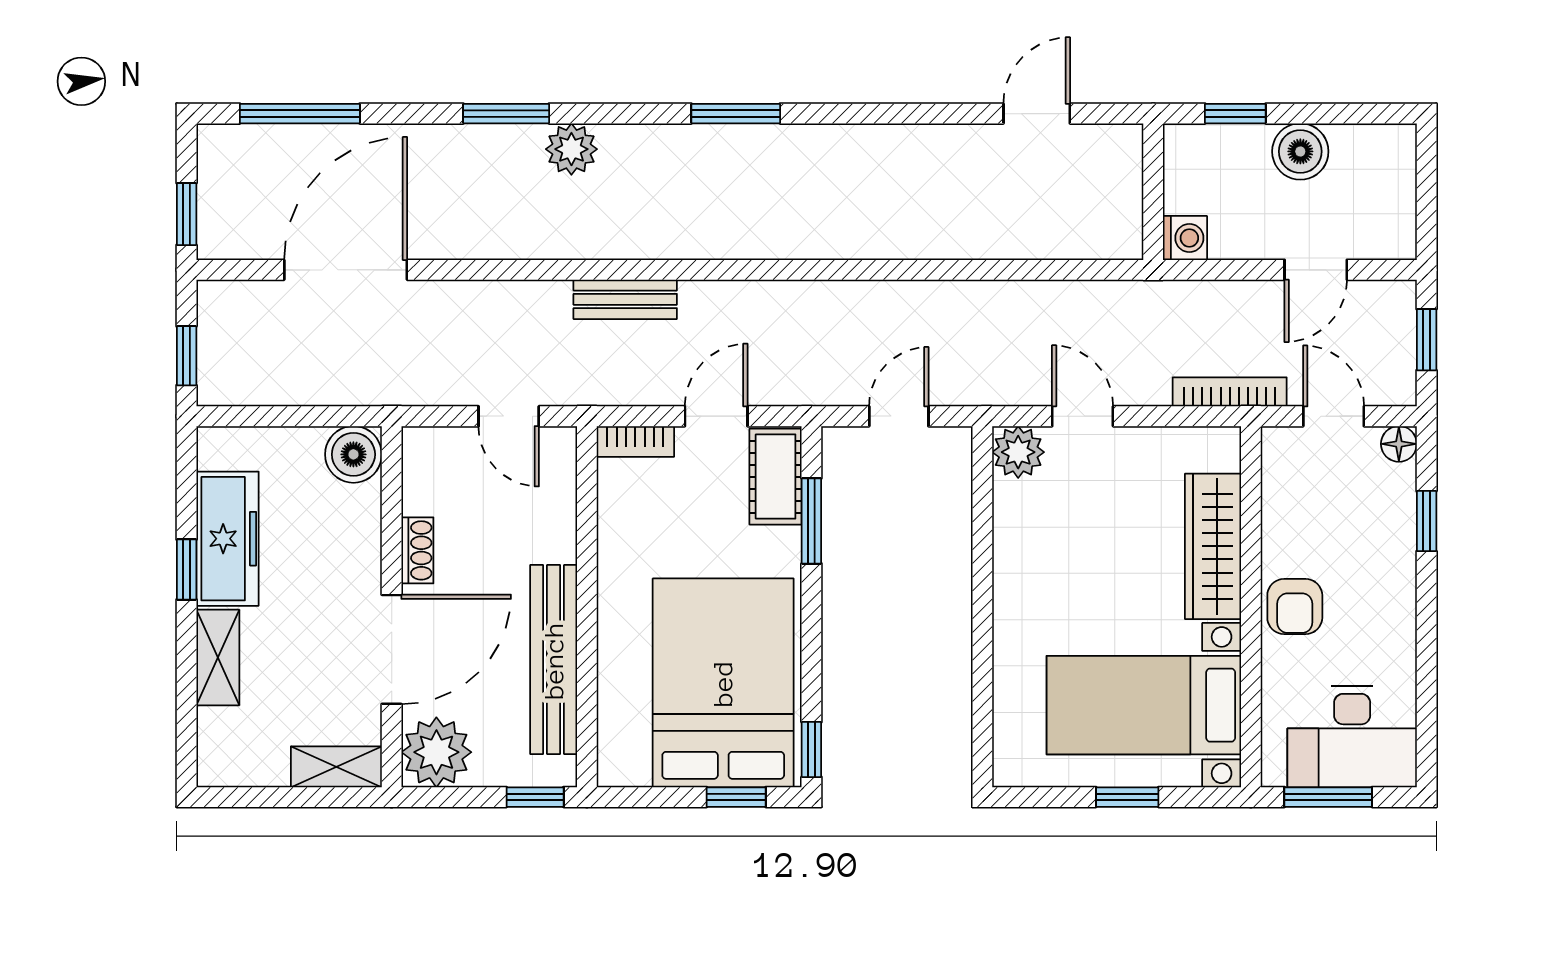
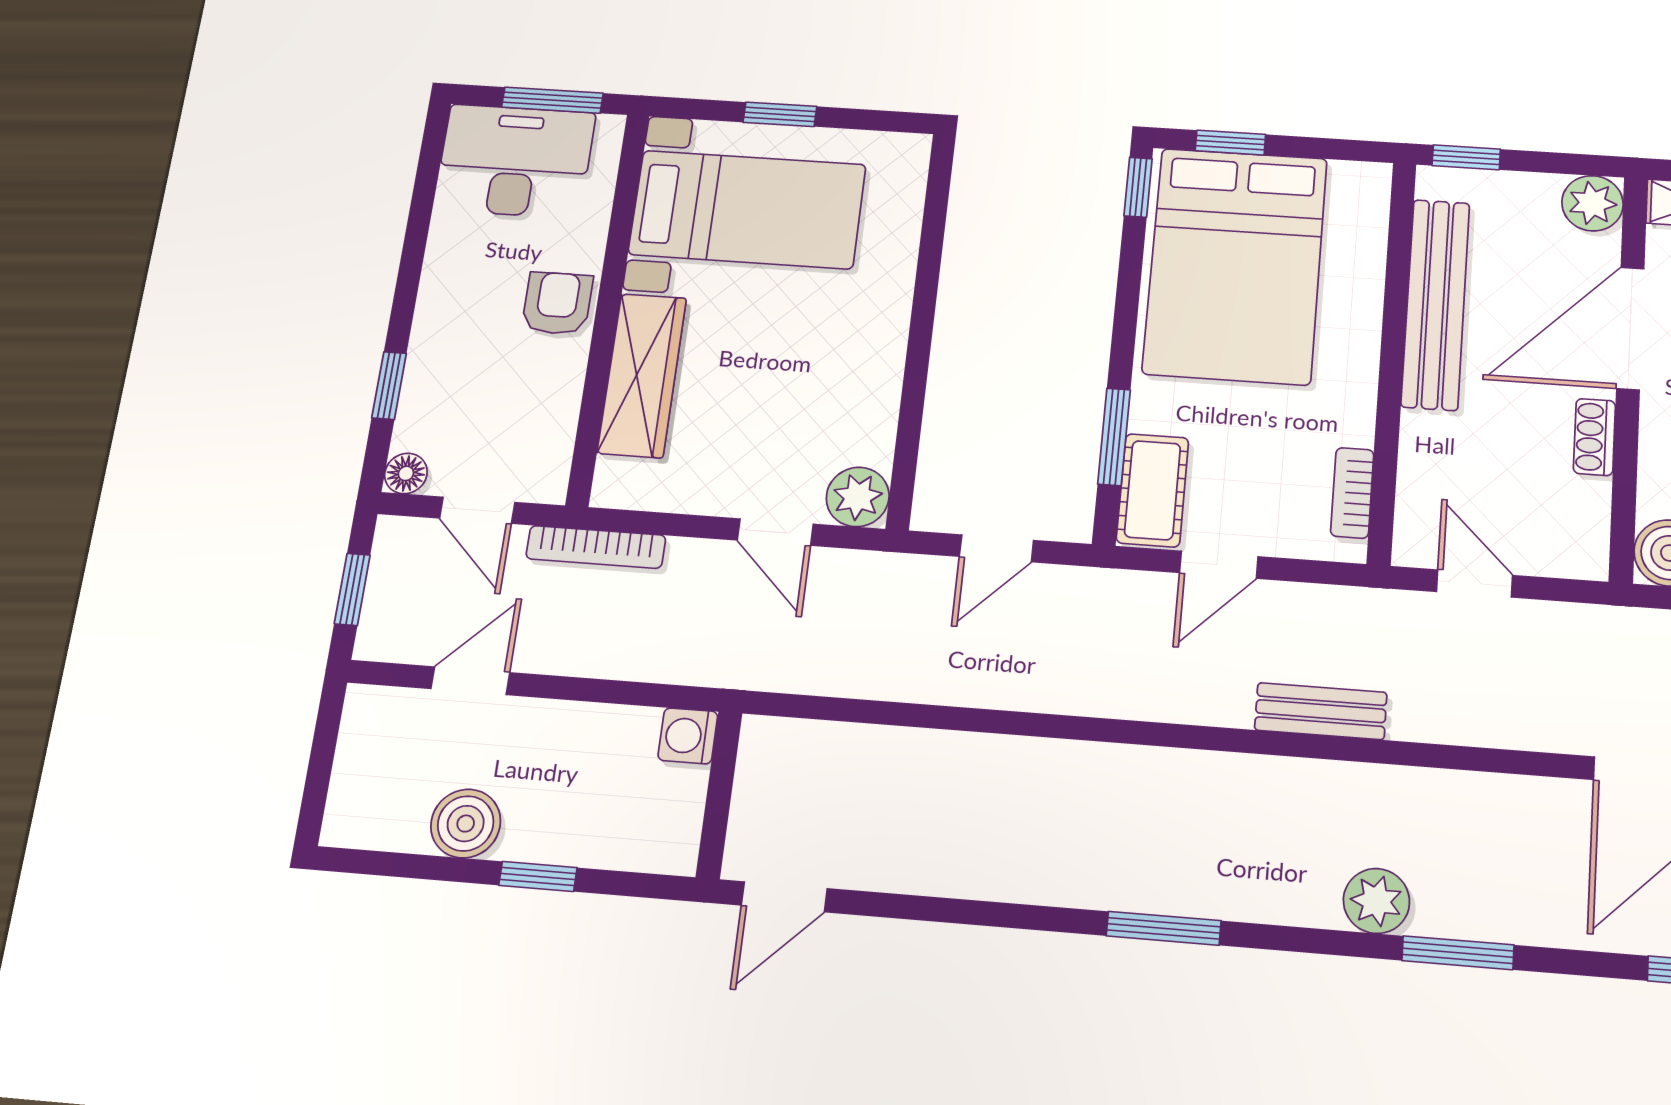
wall: (1153, 192) -> (719, 795), moved
washing machine: (1185, 238) -> (688, 736), moved
bookcase: (635, 442) -> (1352, 493), moved, turned -90
plant: (436, 752) -> (1592, 203), width x0.73, depth x0.73

